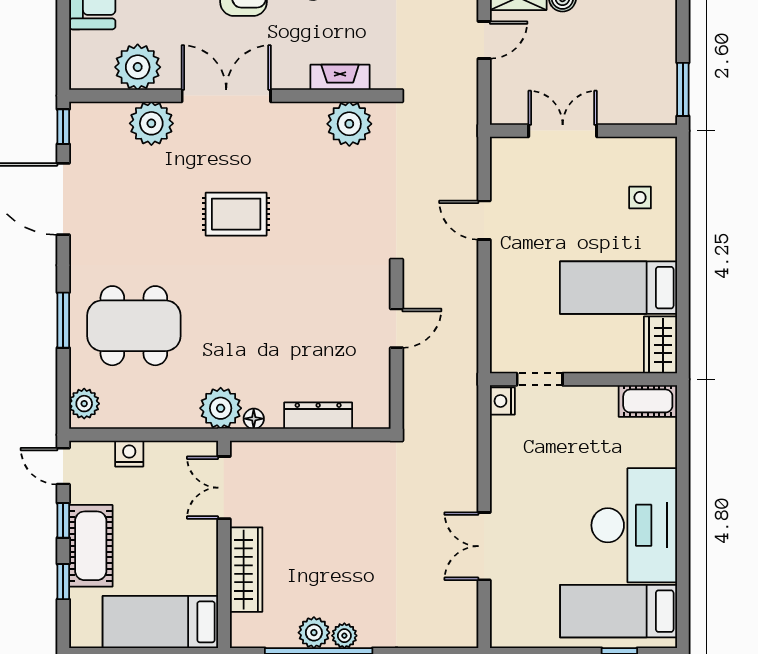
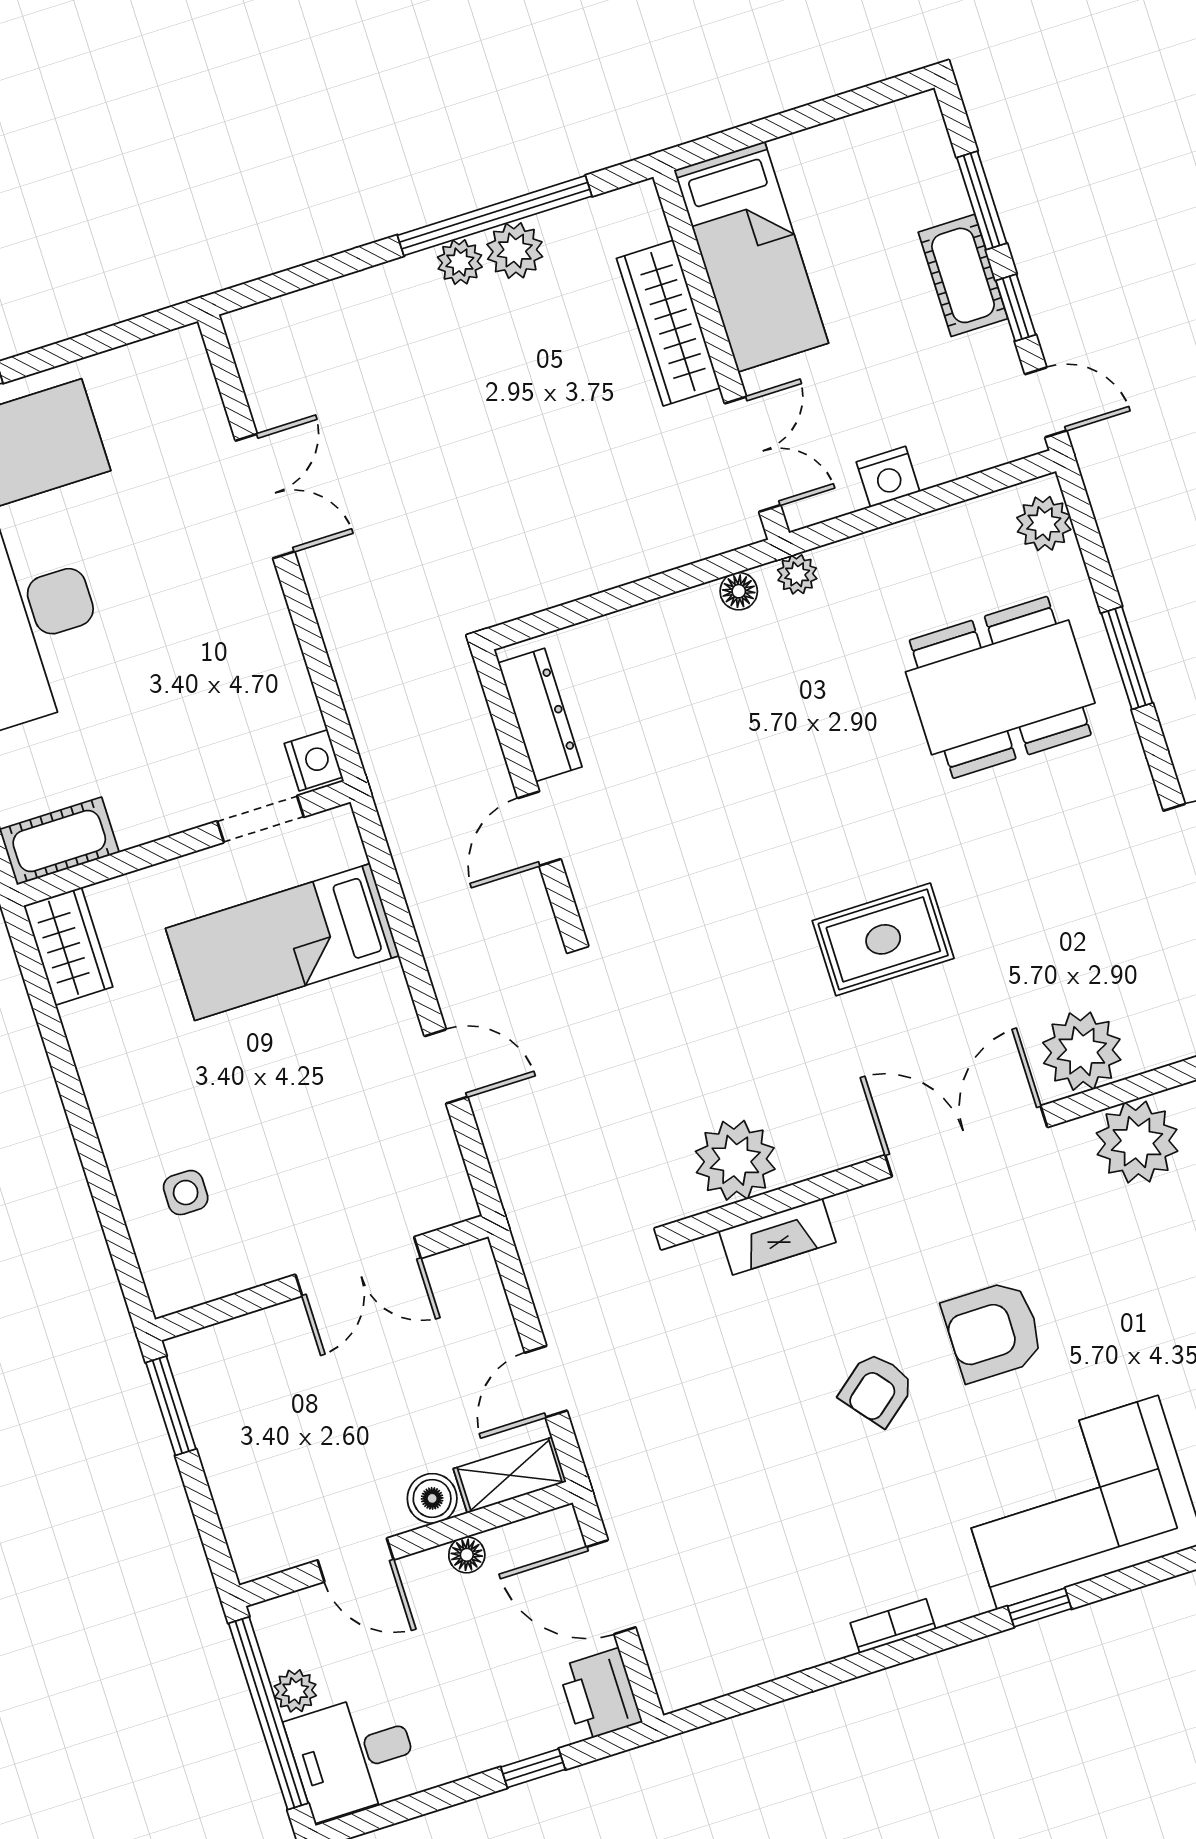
double door: (226, 96) -> (966, 1141), swing flipped
bed: (619, 288) -> (282, 942), moved, turned 180
plant: (221, 408) -> (797, 574), width x0.53, depth x0.53
dresser: (318, 416) -> (540, 715), moved, turned -90
nightstand: (129, 454) -> (888, 477), moved
cot: (91, 546) -> (963, 275), width x0.73, depth x0.75
window: (63, 582) -> (982, 200), width x1.50
bed: (160, 622) -> (751, 257), moved, turned 90

